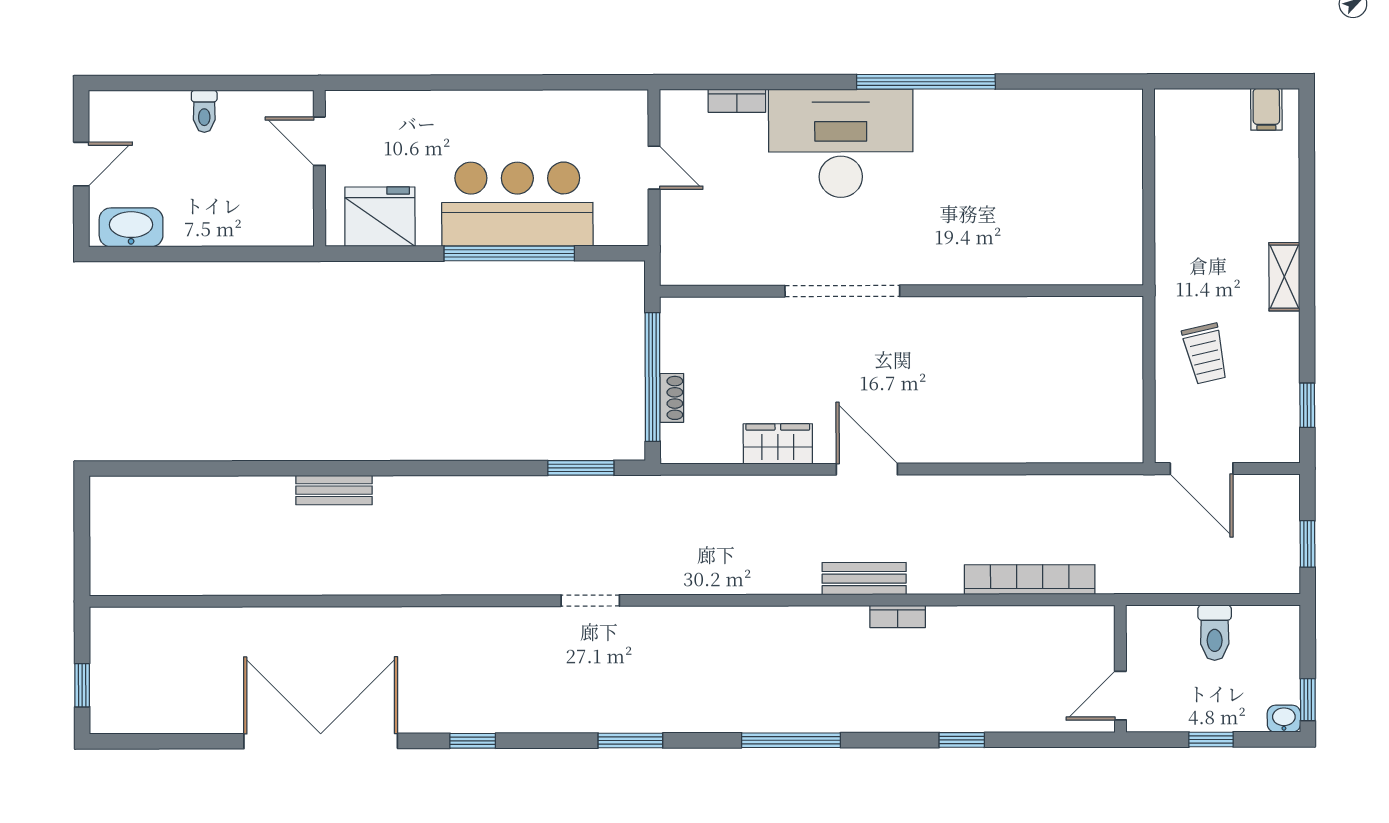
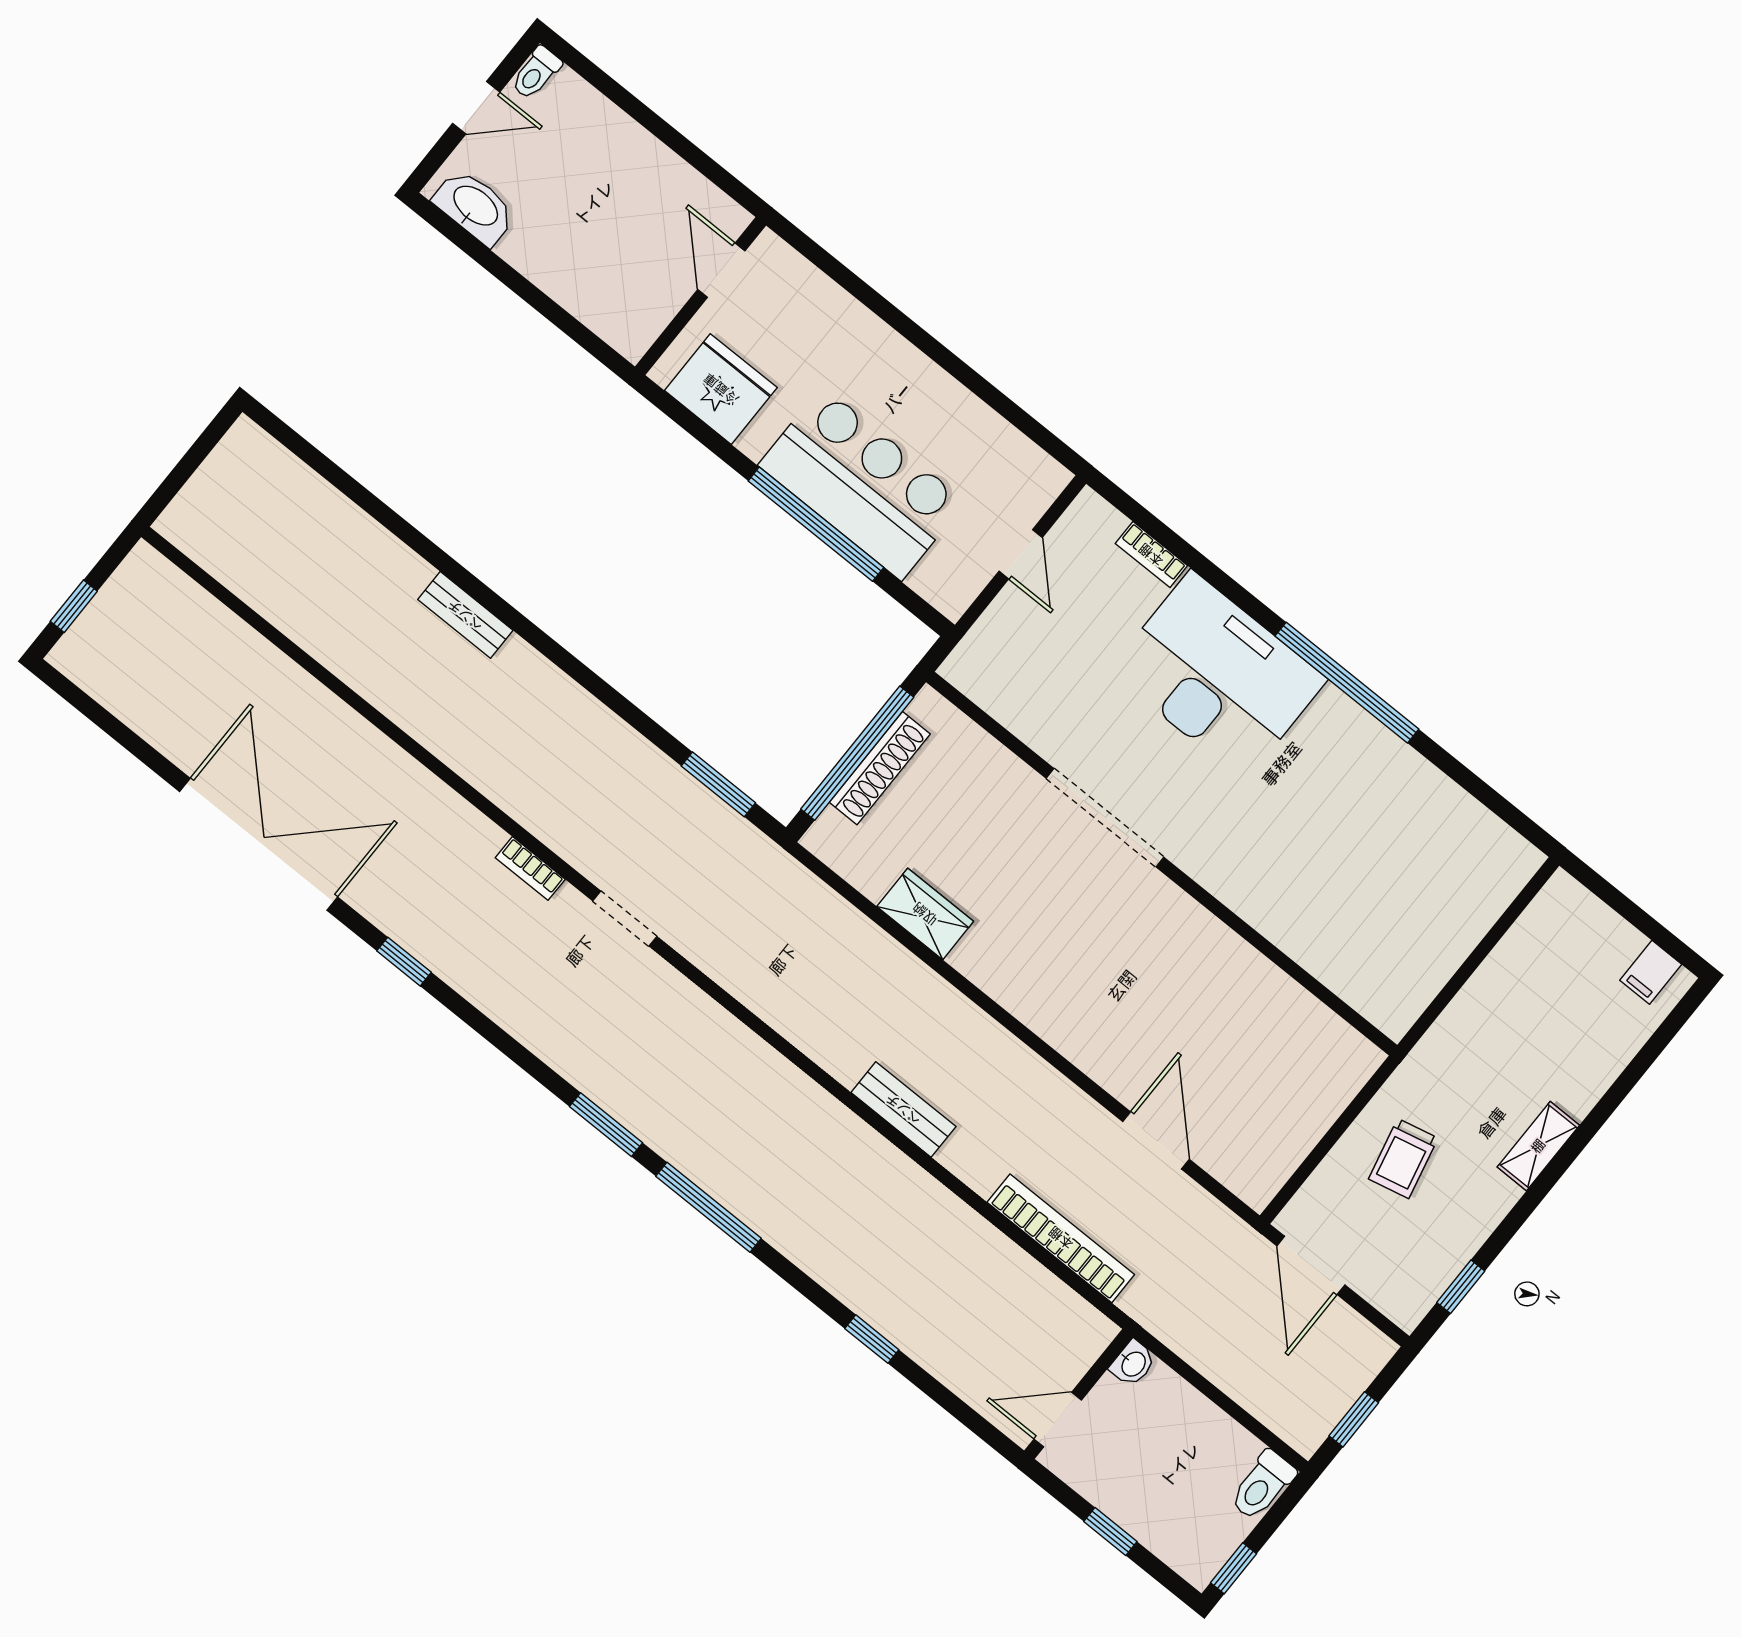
toilet: (204, 111) -> (536, 73), moved
shoe rack: (672, 398) -> (880, 768), width x1.94, depth x1.24
door: (867, 469) -> (1156, 1140), moved
bookcase: (898, 617) -> (530, 868), moved
toilet: (1215, 633) -> (1262, 1485), moved
washbasin: (1284, 719) -> (1133, 1363), moved, turned 90
window: (630, 741) -> (606, 1125), moved

